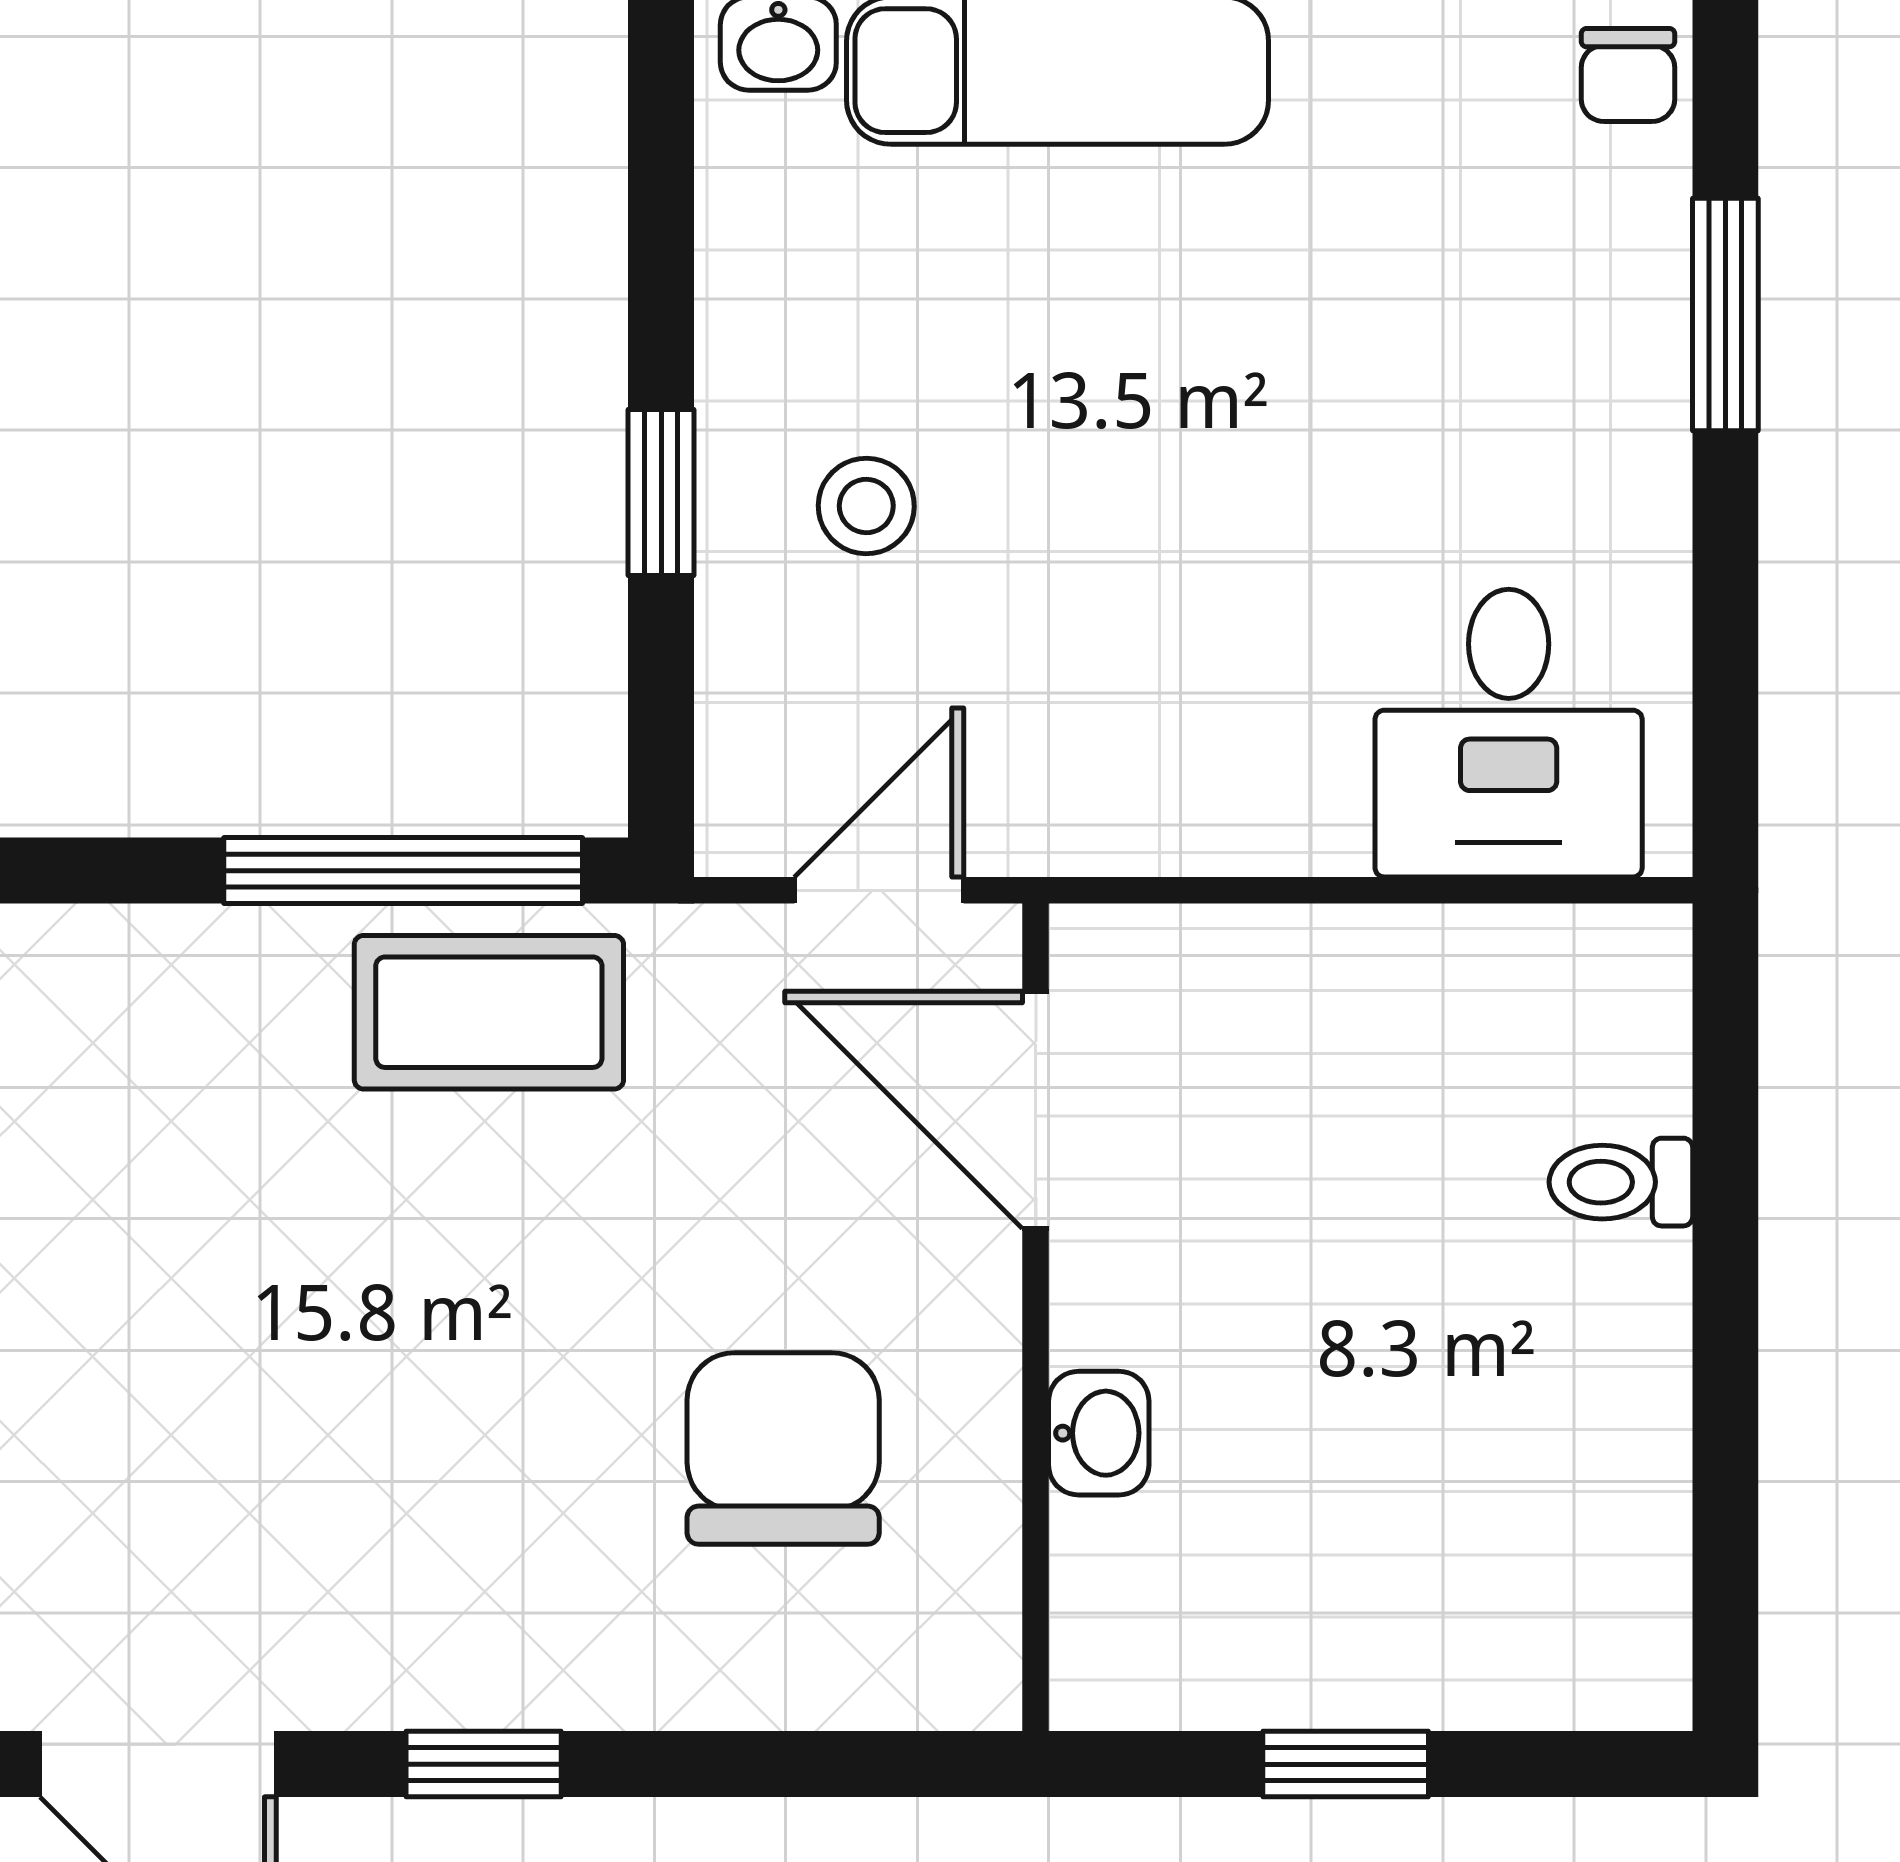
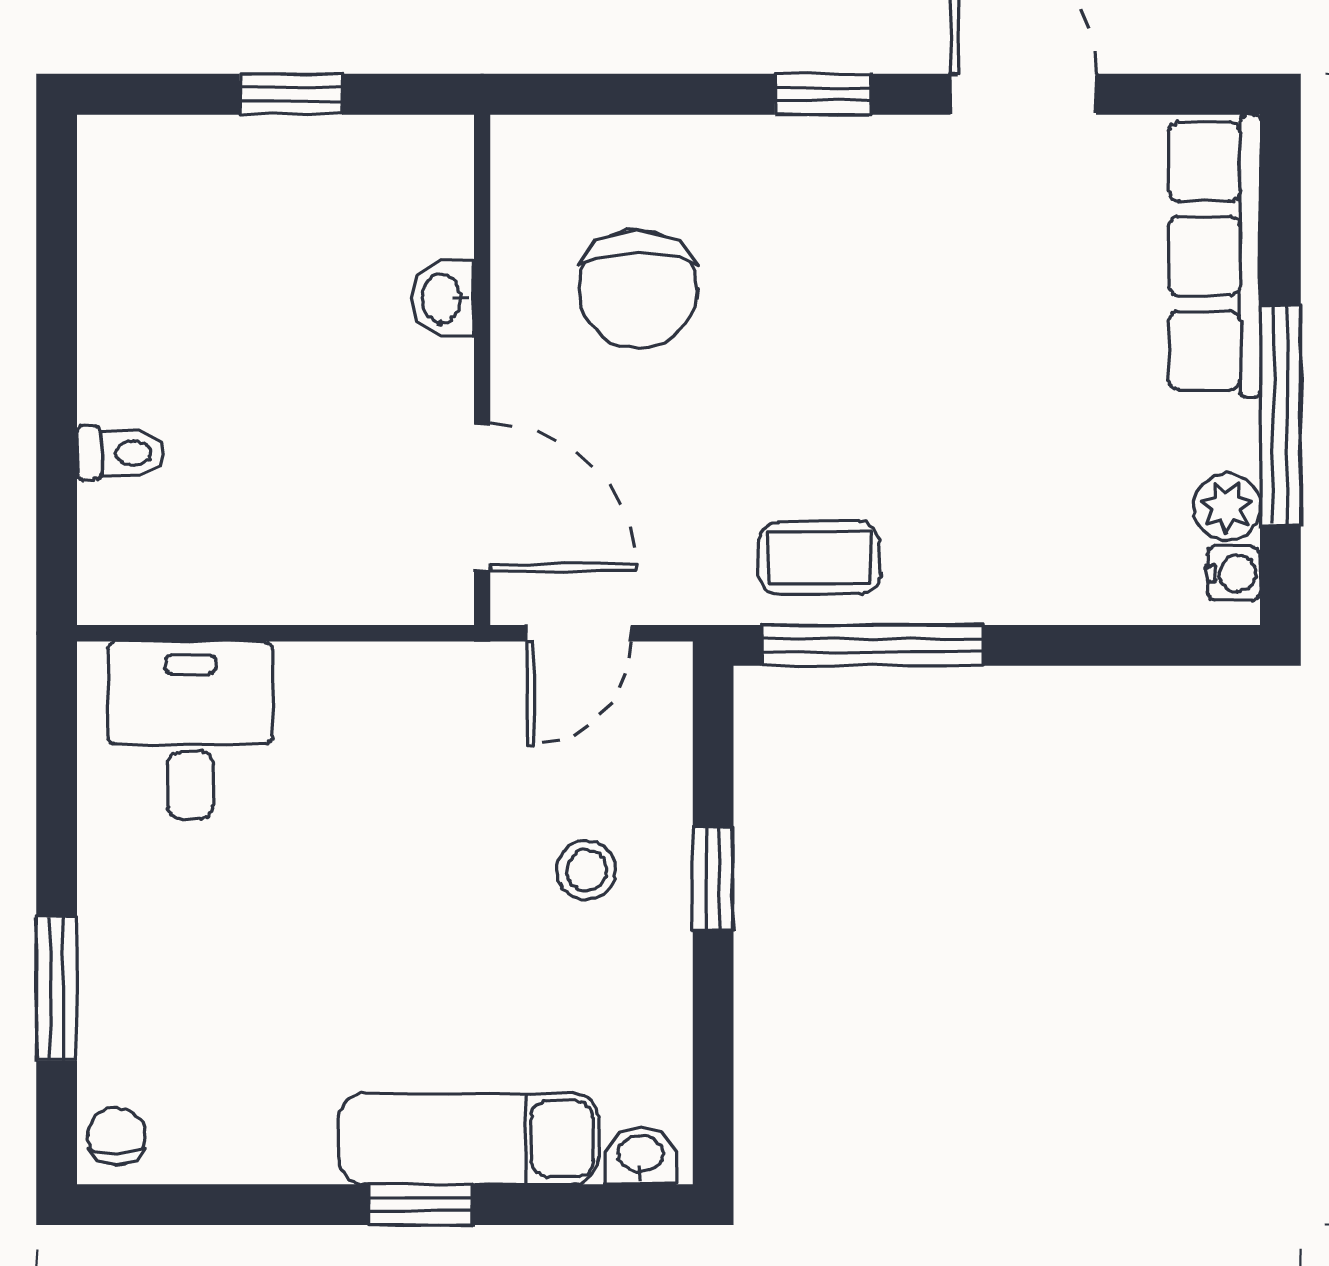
coffee table: (489, 1012) -> (819, 558), width x0.73, depth x0.77

